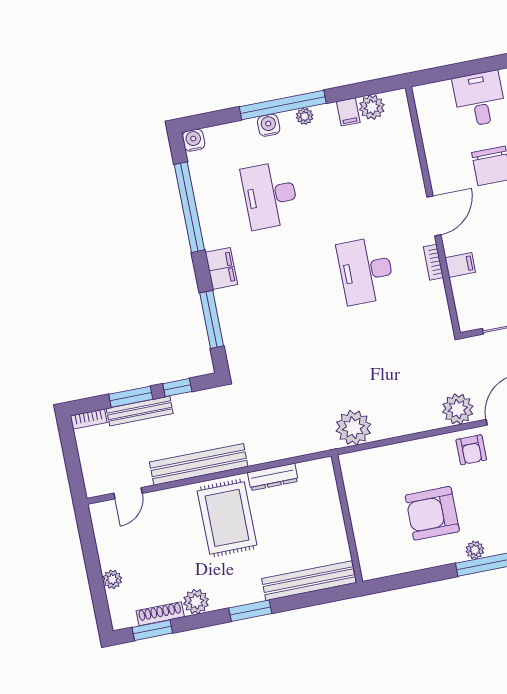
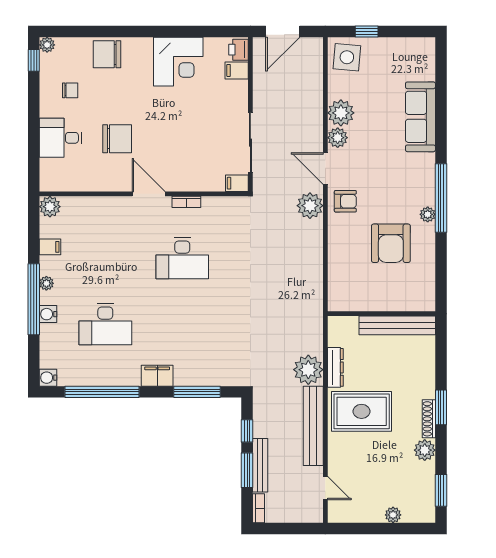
plant: (372, 107) -> (50, 207), moved
filing cabinet: (460, 265) -> (237, 183), moved, turned -90
plant: (353, 428) -> (308, 370), moved
bench: (309, 581) -> (397, 325), moved, turned 90
shoe rack: (160, 614) -> (429, 419), moved

